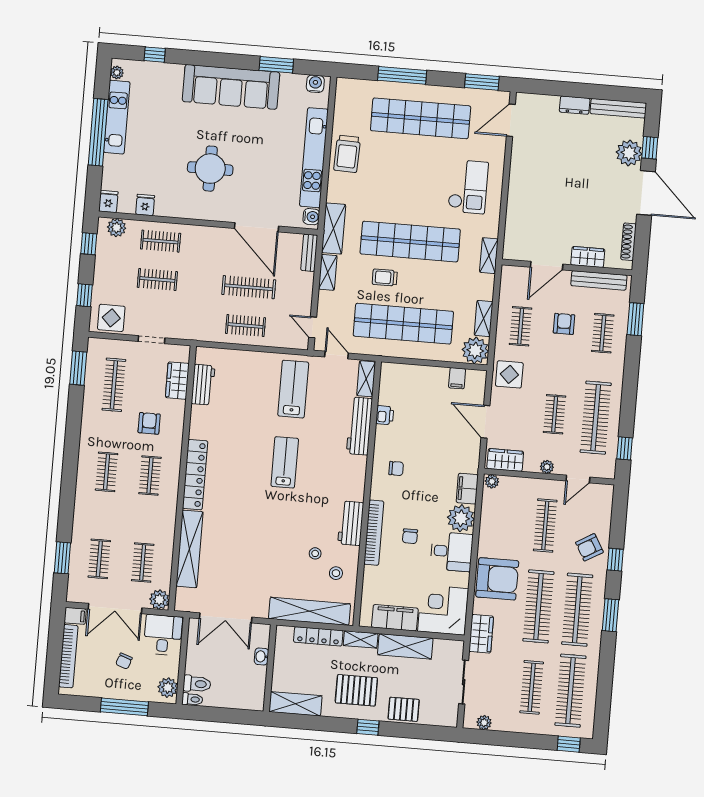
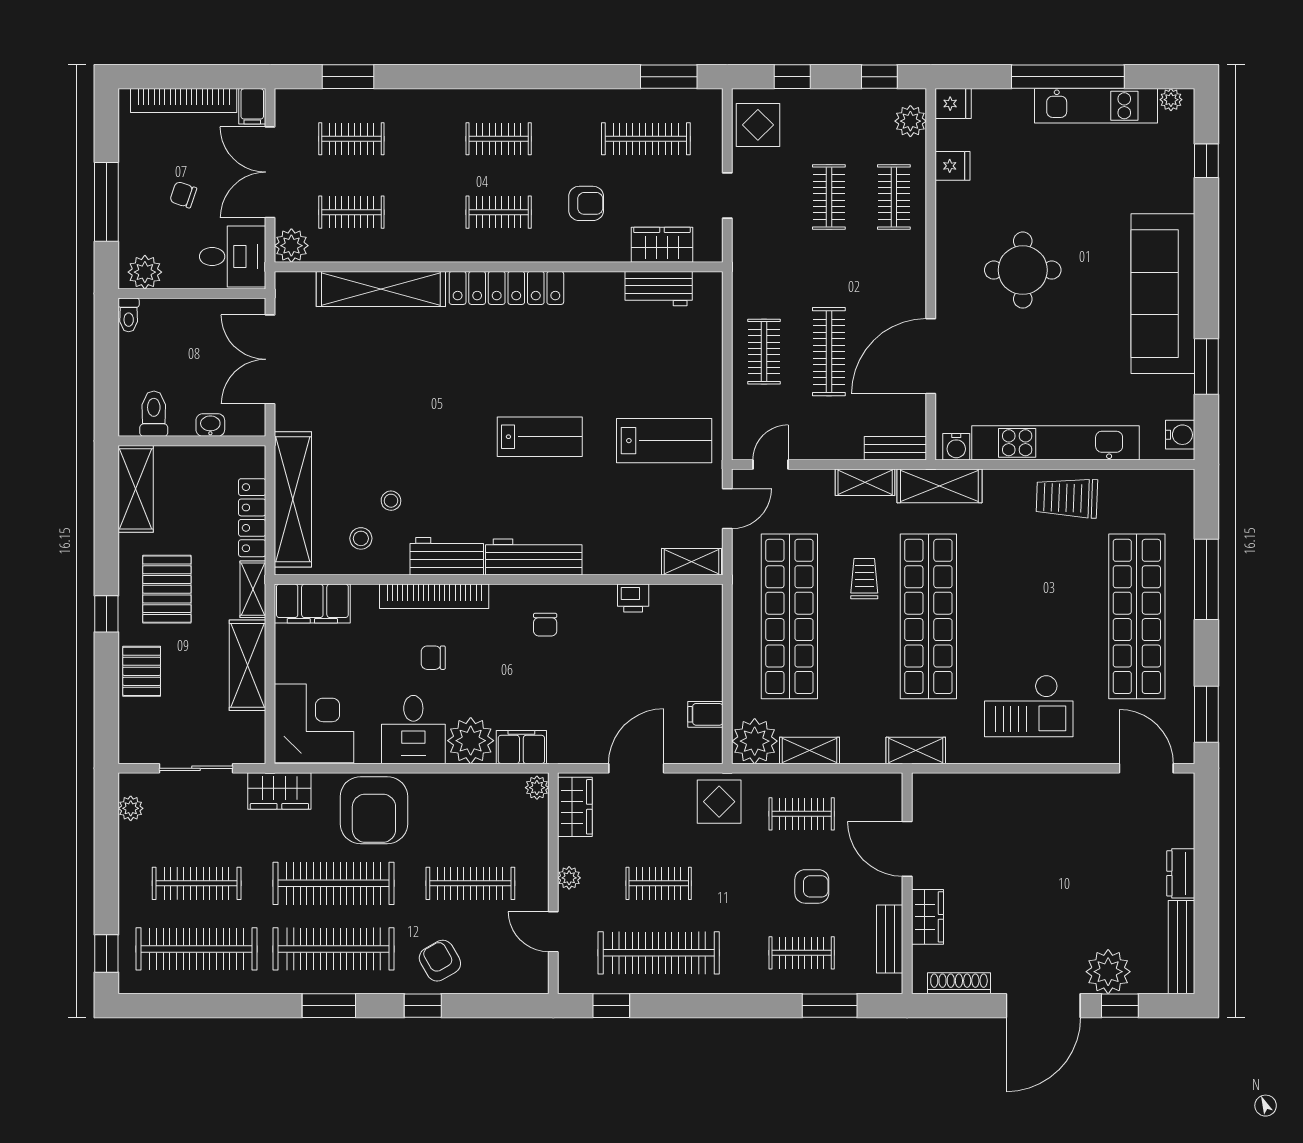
bench: (599, 280) -> (890, 939), width x0.73
workbench: (359, 426) -> (534, 557), moved
filing cabinet: (395, 618) -> (312, 604), moved, turned 90
toilet: (197, 684) -> (154, 414), moved, turned 180

